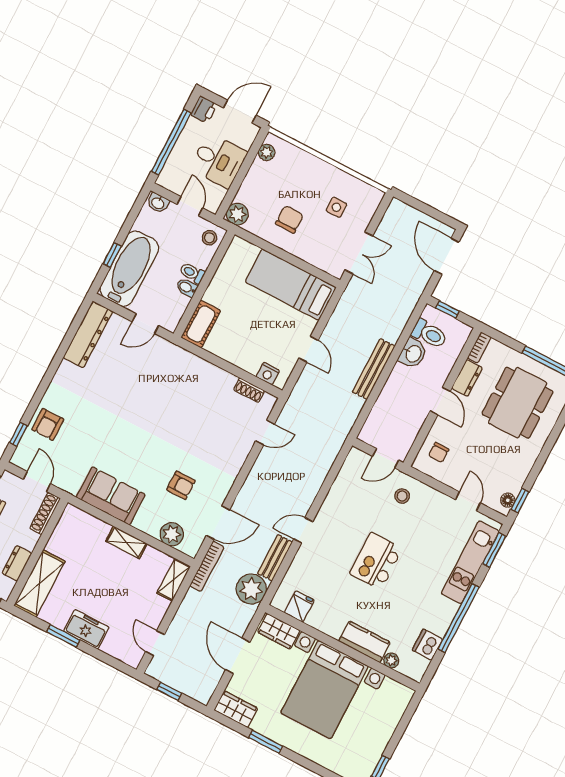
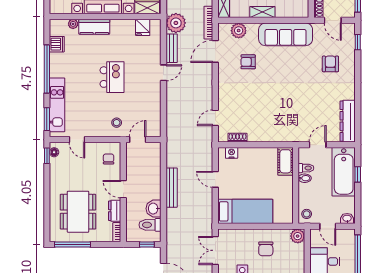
toilet: (192, 273) -> (306, 168), moved
armchair: (48, 424) -> (330, 64), moved
sofa: (111, 496) -> (286, 34), width x1.36

